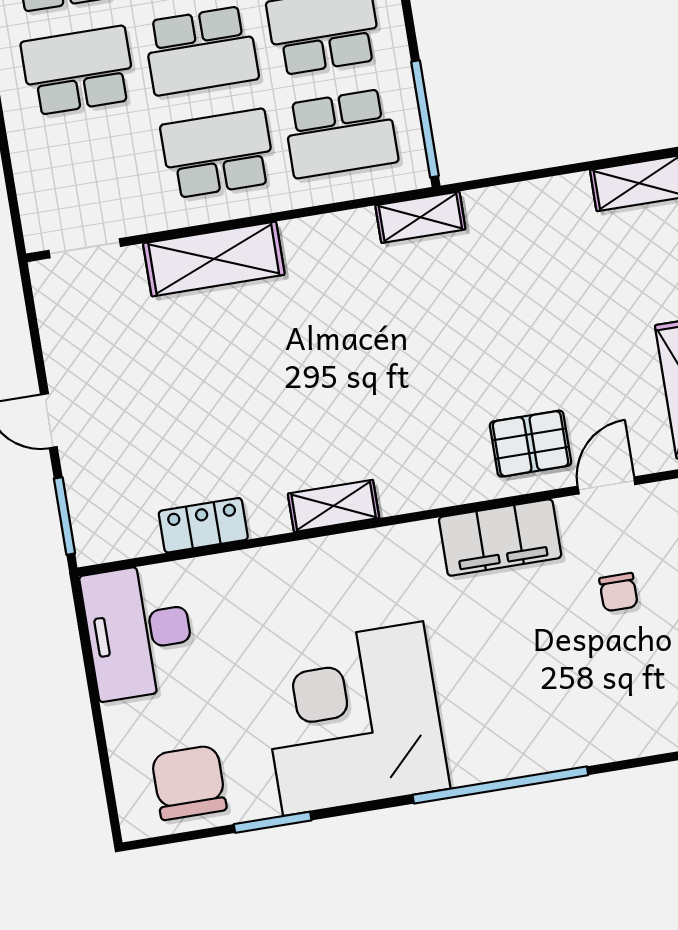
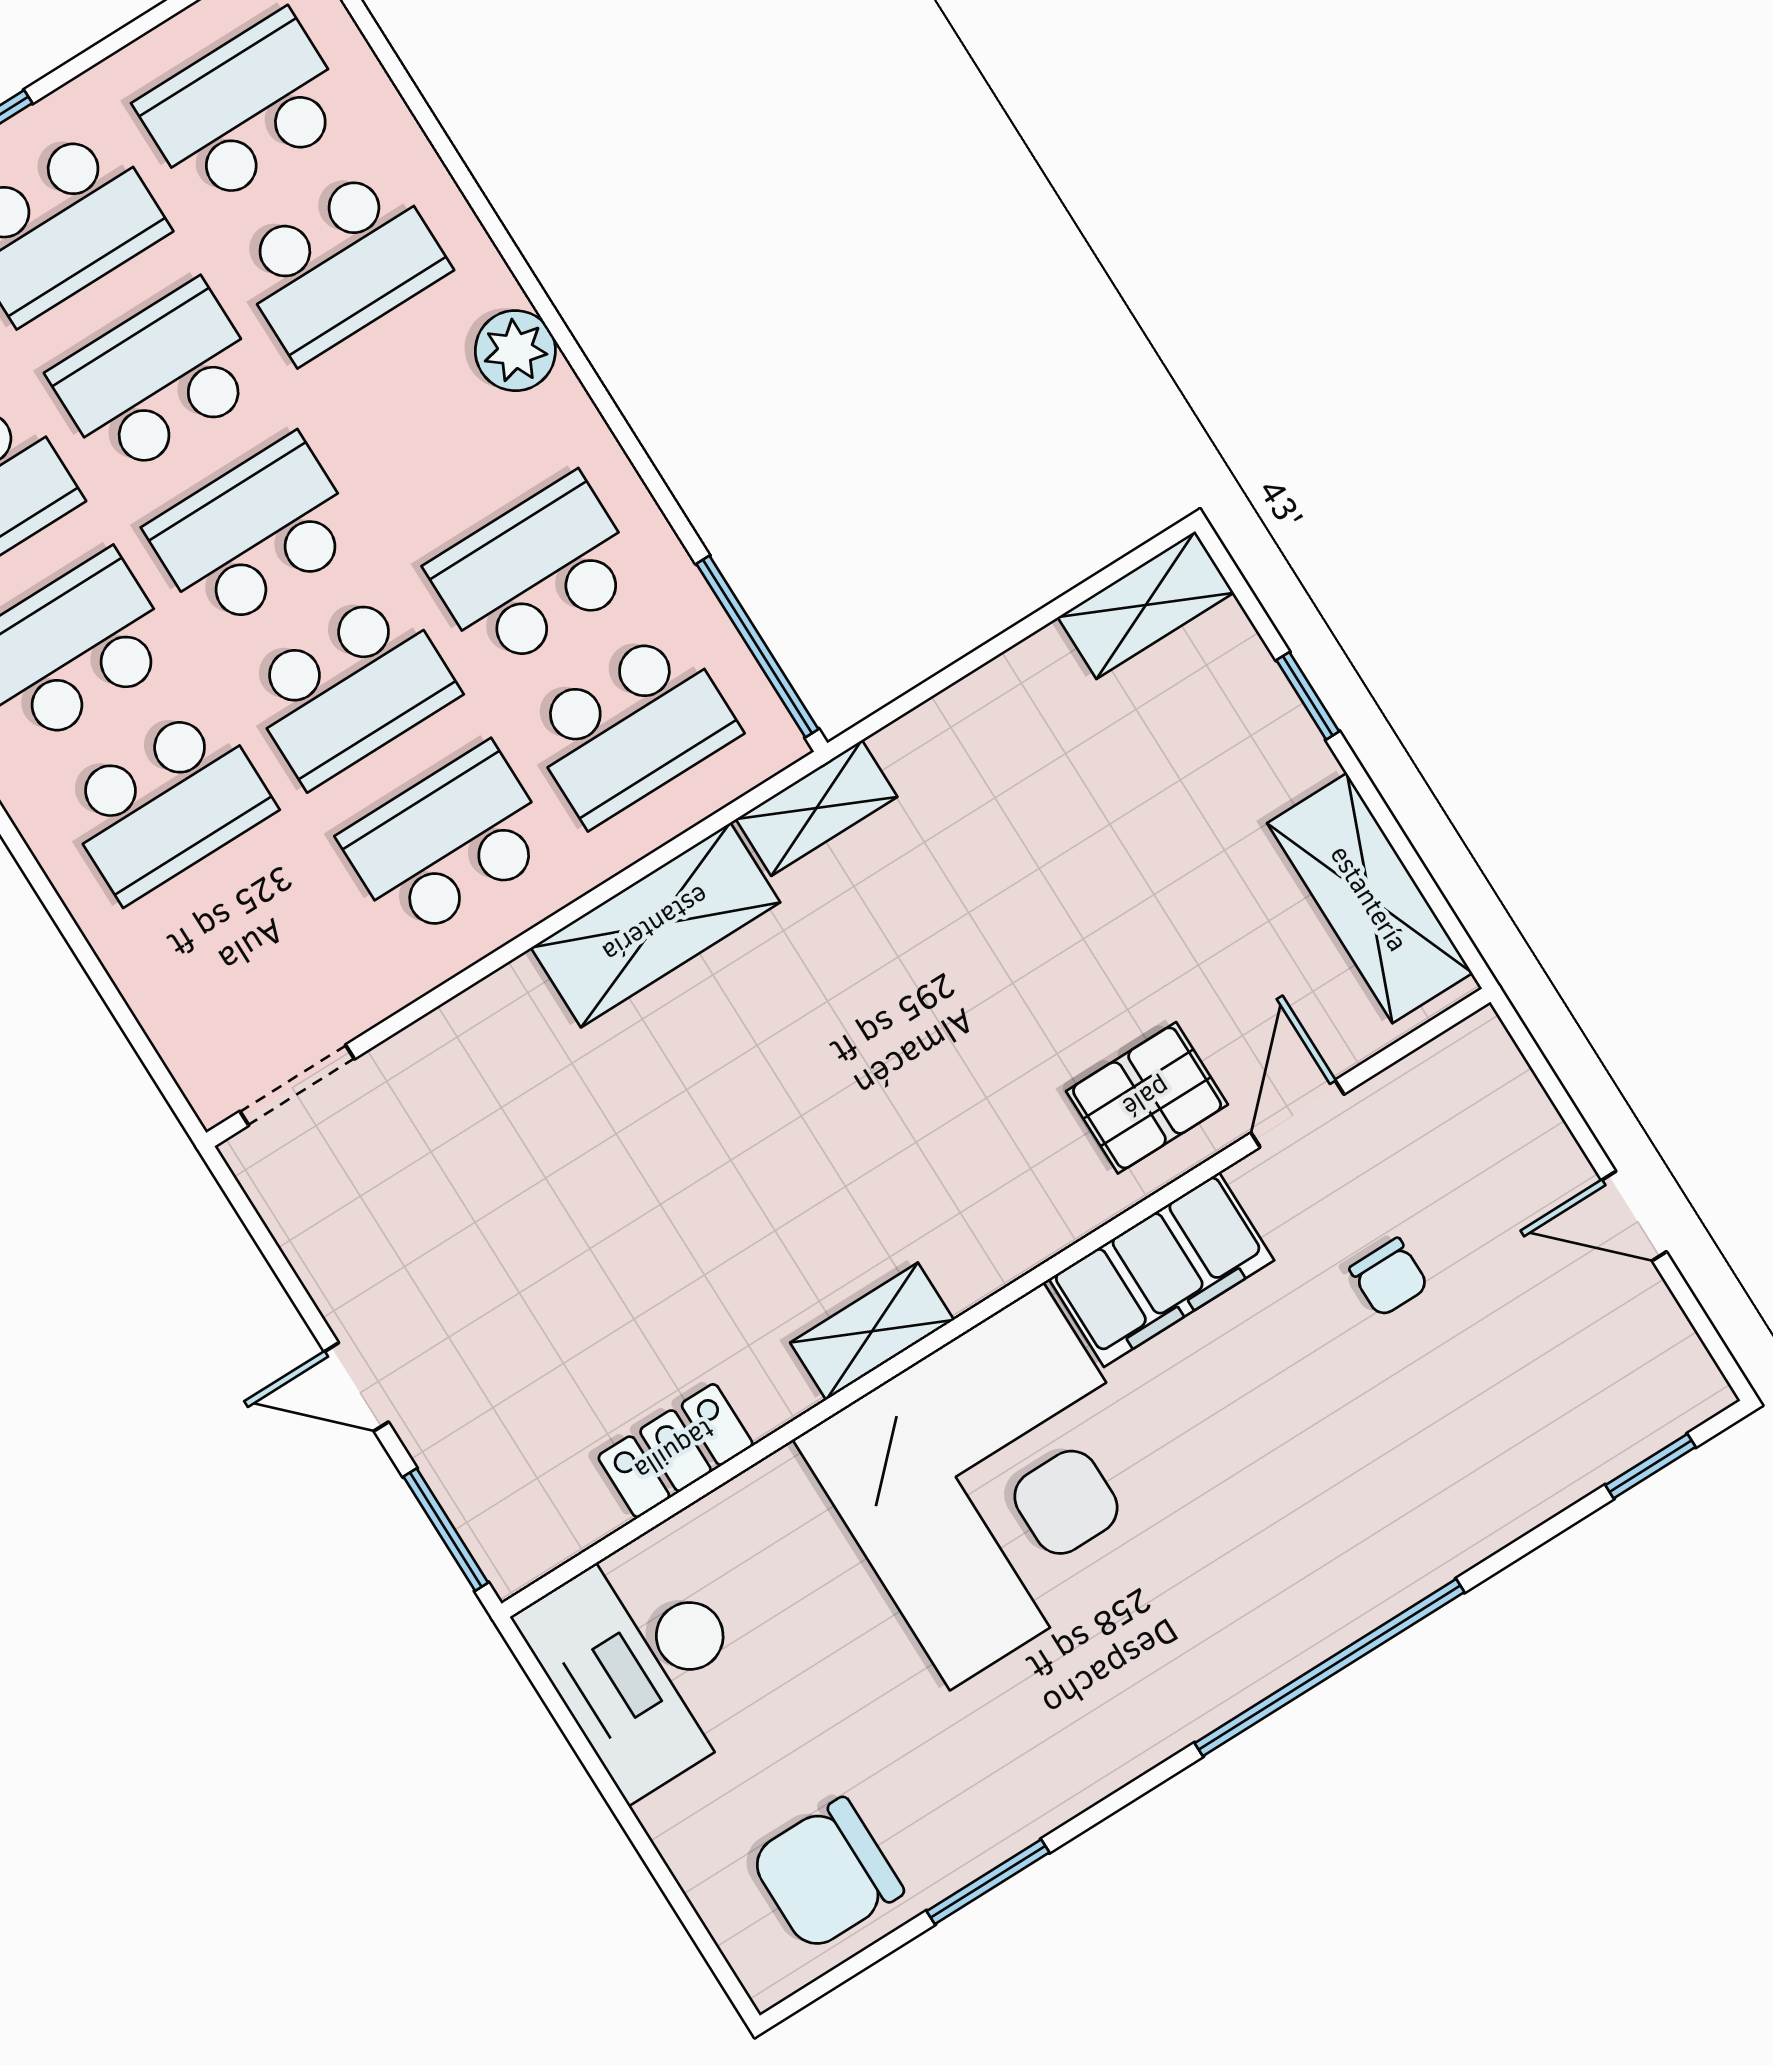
school desk: (78, 71) -> (167, 803), turned 180
shelving: (214, 259) -> (656, 925), moved
corner desk: (353, 719) -> (997, 1486), moved, turned 180
chair: (189, 782) -> (826, 1874), turned -90

